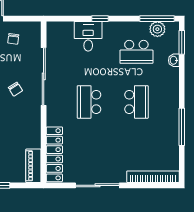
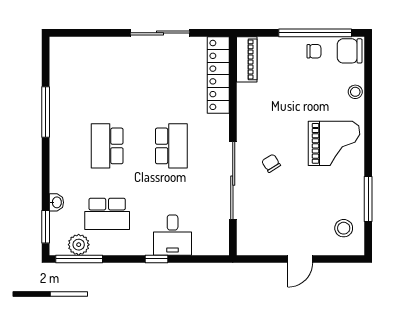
chair: (13, 39) -> (274, 231), removed
school desk: (136, 52) -> (107, 214), turned 180
bookcase: (153, 177) -> (85, 45), removed

